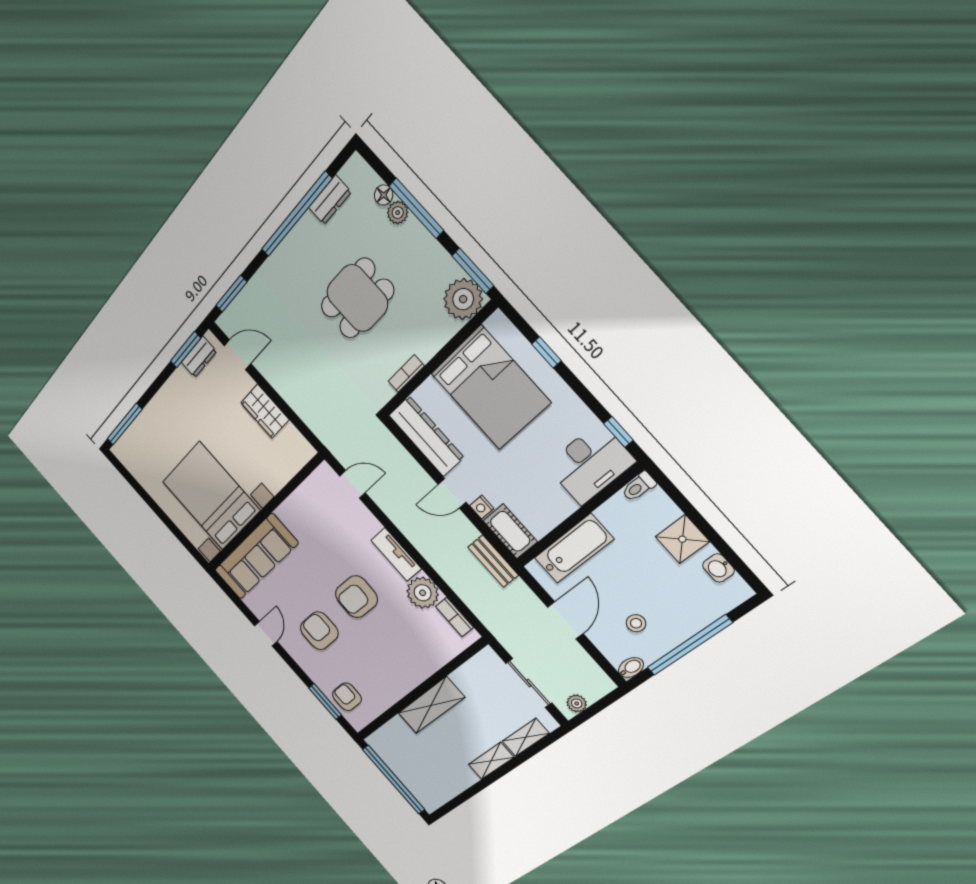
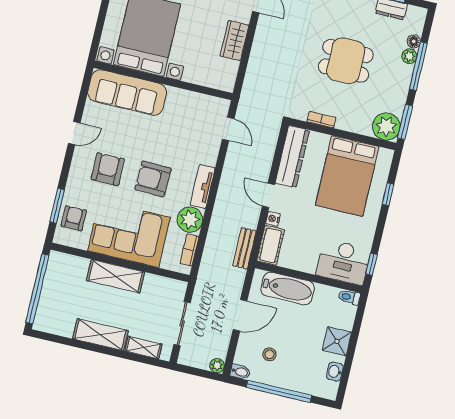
corner sofa: (397, 661) -> (129, 234), added
plant: (577, 703) -> (217, 366), moved
shelving: (491, 761) -> (100, 335), width x1.50, depth x1.33

